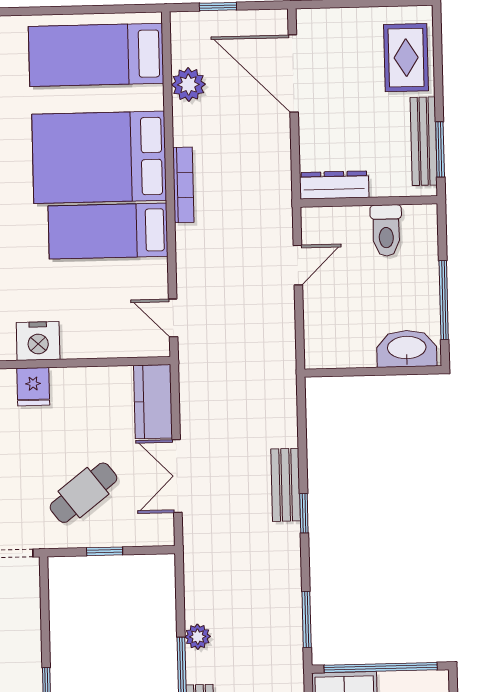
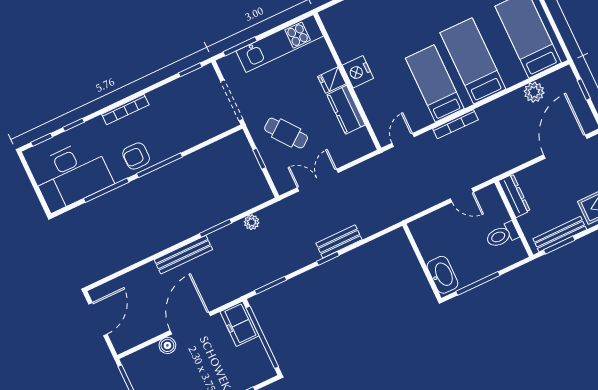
bed: (99, 157) -> (473, 61), width x0.67
bookcase: (183, 185) -> (455, 124), moved
kitchen counter: (153, 402) -> (346, 110), moved, turned -90
plant: (198, 637) -> (252, 222), moved

